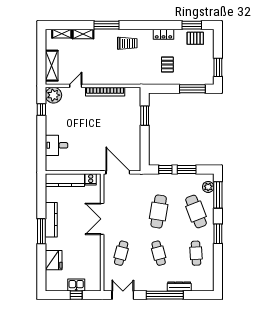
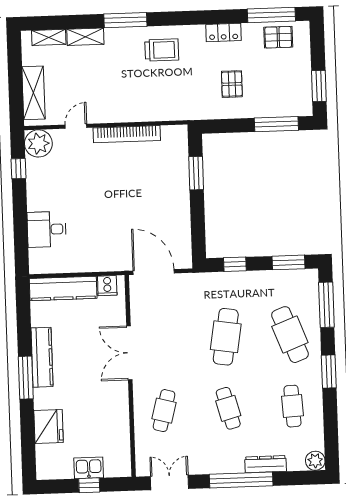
window: (192, 25) -> (271, 15), width x1.44
window: (187, 170) -> (289, 262), moved
plant: (208, 187) -> (315, 461), moved

